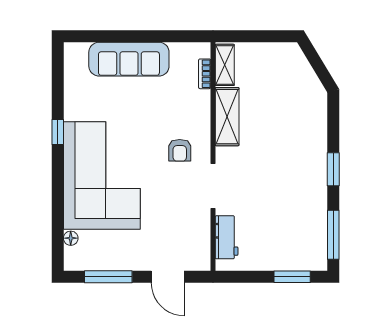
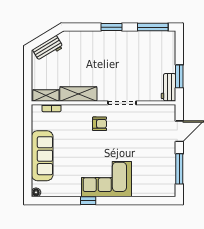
workbench: (299, 68) -> (48, 48), added
corner sofa: (102, 176) -> (106, 179), width x0.73, depth x0.74
workbench: (227, 237) -> (169, 87), moved, turned -90
floor lamp: (71, 238) -> (36, 192), moved
window: (292, 277) -> (179, 76), moved

